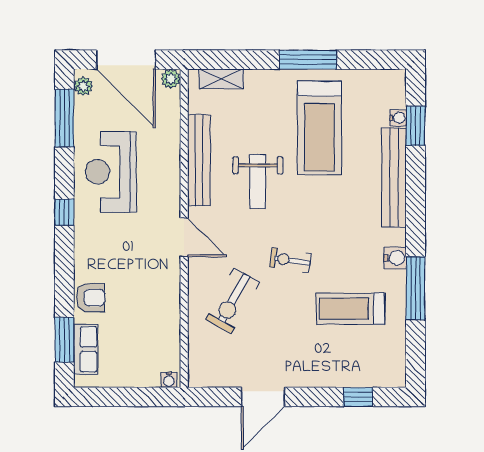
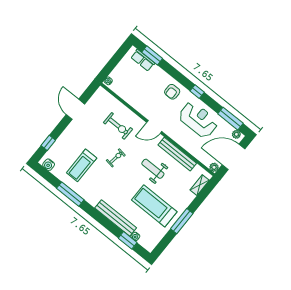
water cooler: (395, 258) -> (49, 165), moved
armchair: (90, 298) -> (172, 92), moved
exercise bike: (233, 301) -> (118, 126), turned 151
treadmill: (351, 309) -> (82, 165), turned 180

